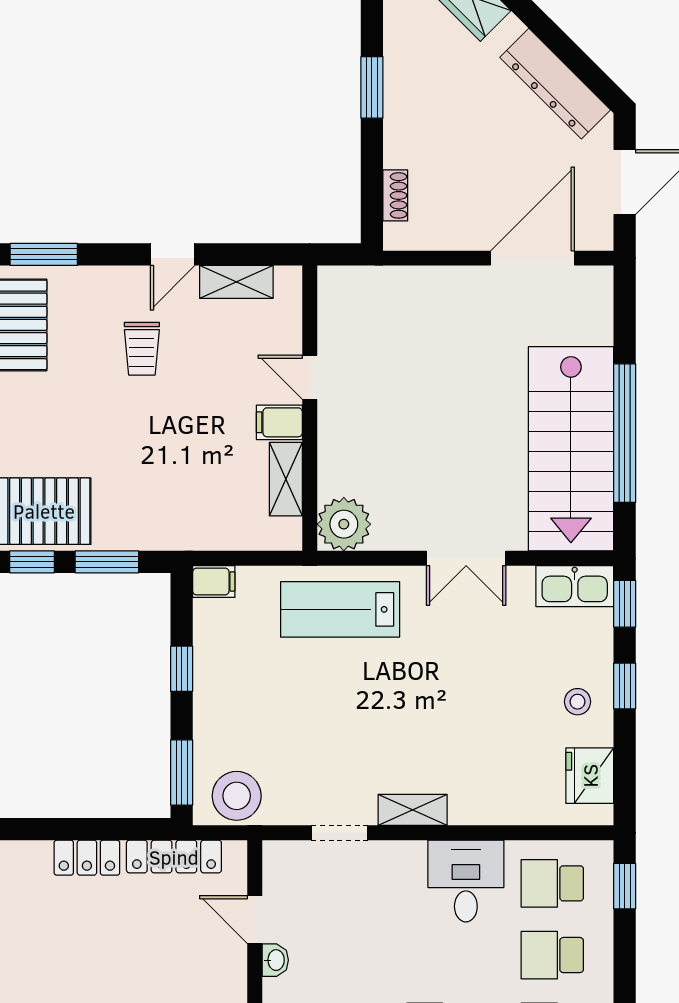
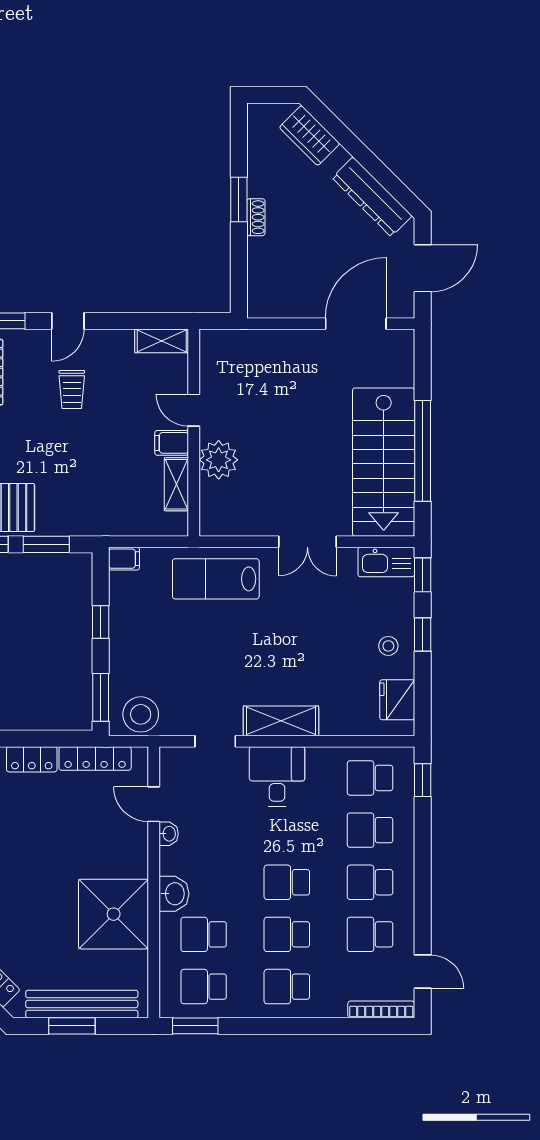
shoe rack: (395, 195) -> (256, 217), moved
door: (173, 254) -> (68, 321), moved
shelving: (236, 282) -> (162, 341), moved
plant: (344, 524) -> (219, 460), moved
shelving: (413, 810) -> (281, 721), width x1.50, depth x1.33
desk: (466, 881) -> (277, 776), moved

